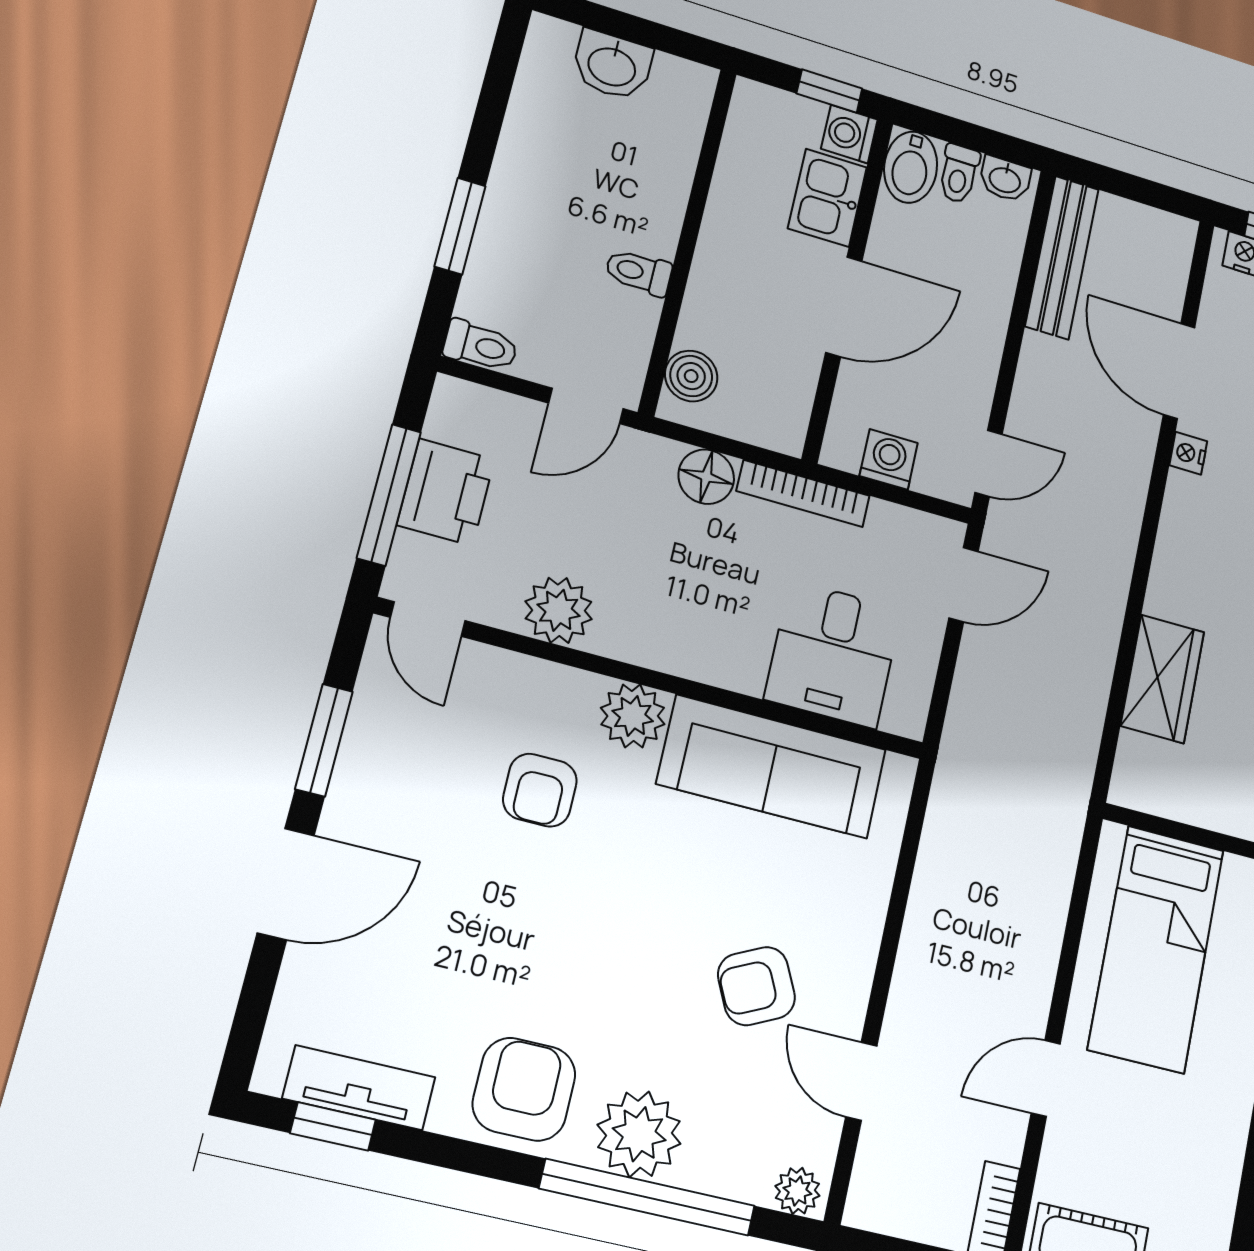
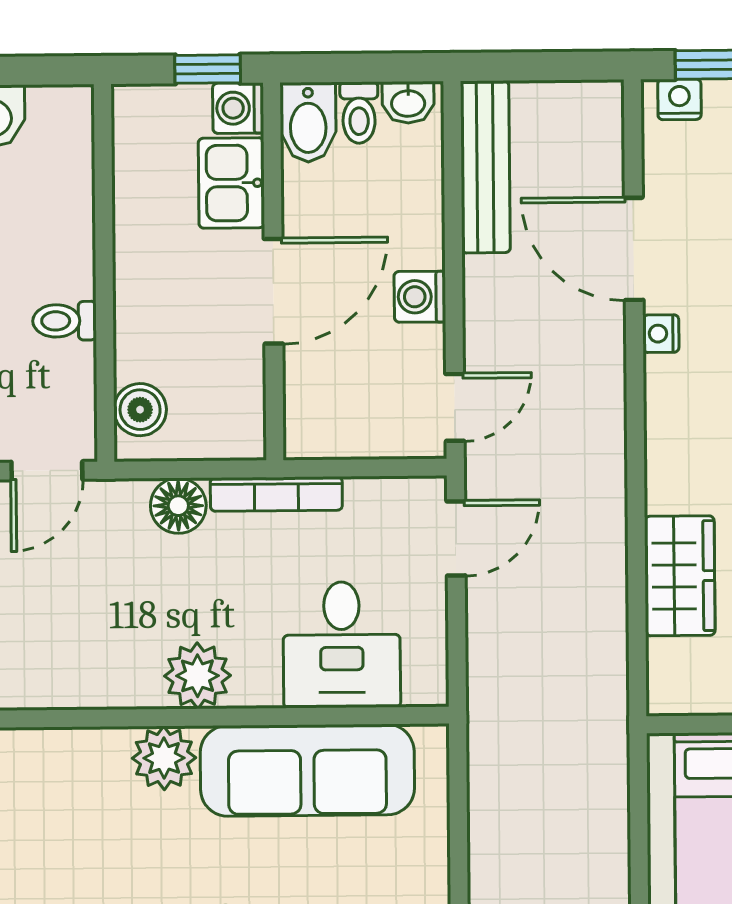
washing machine: (889, 459) -> (420, 297), moved, turned -90
plant: (559, 610) -> (197, 676), moved
armchair: (540, 790) -> (95, 851), removed

